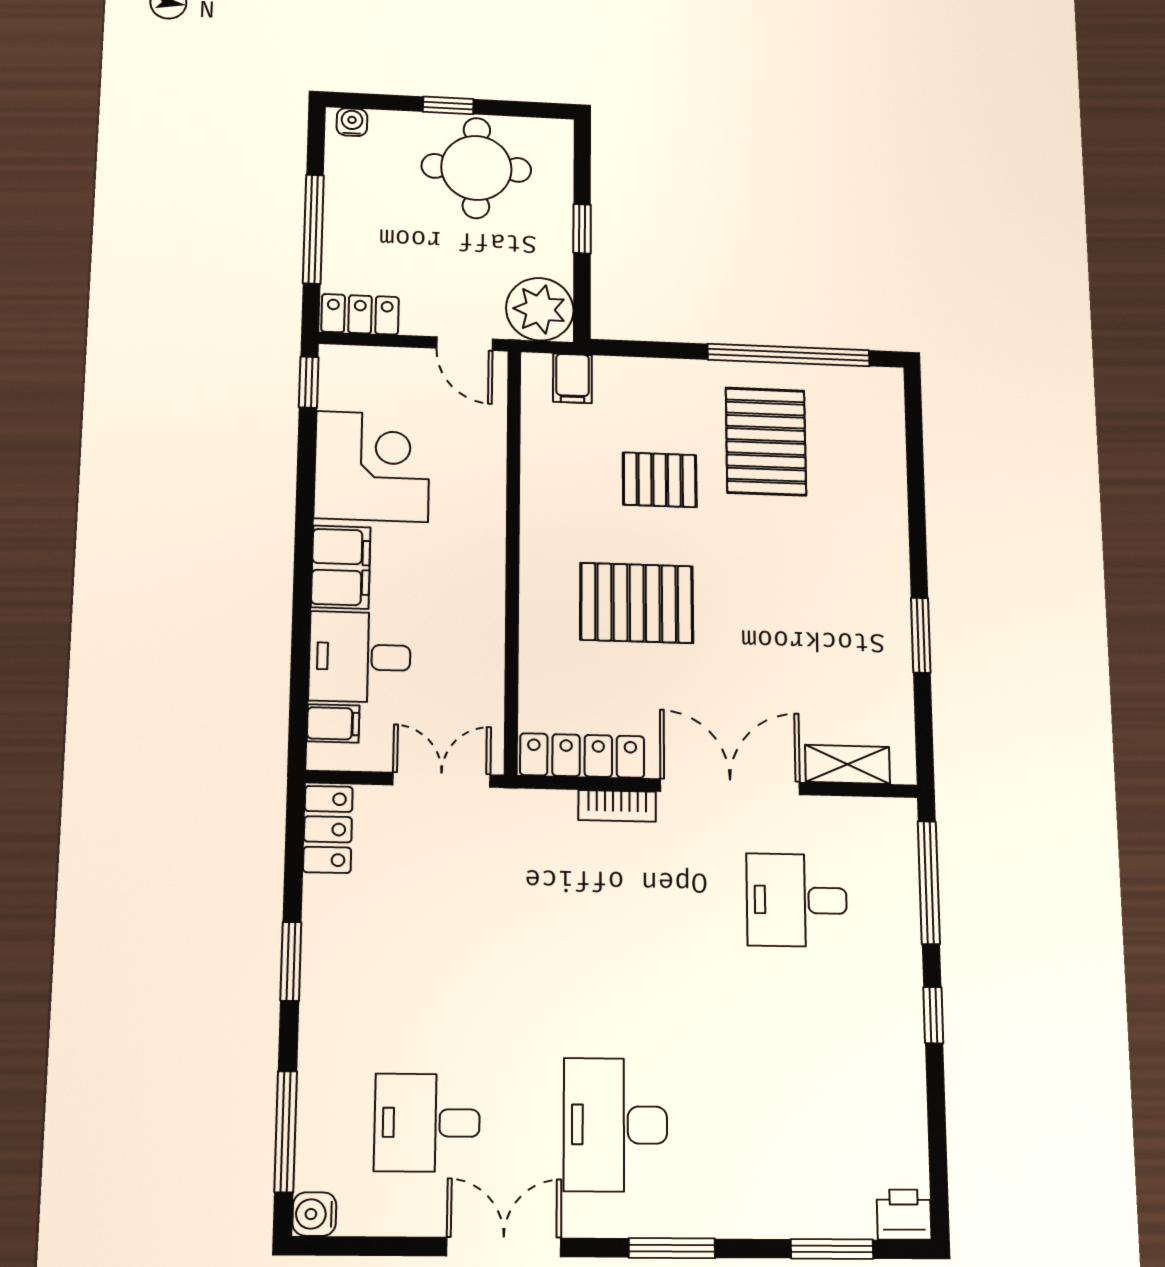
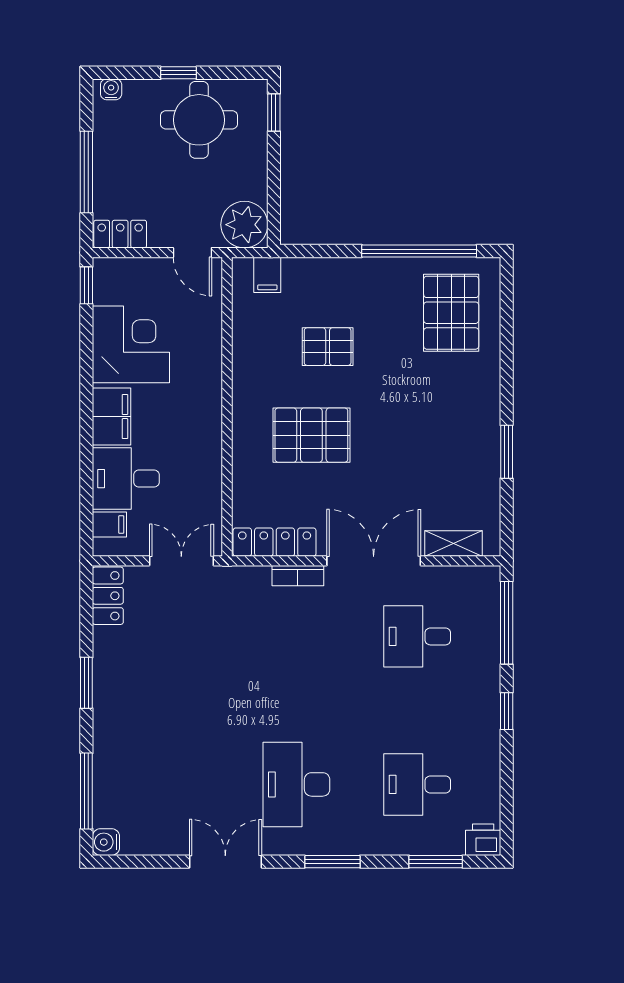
window: (582, 229) -> (274, 112), moved
pallet: (766, 442) -> (451, 313), moved
desk: (427, 1123) -> (417, 784), moved

